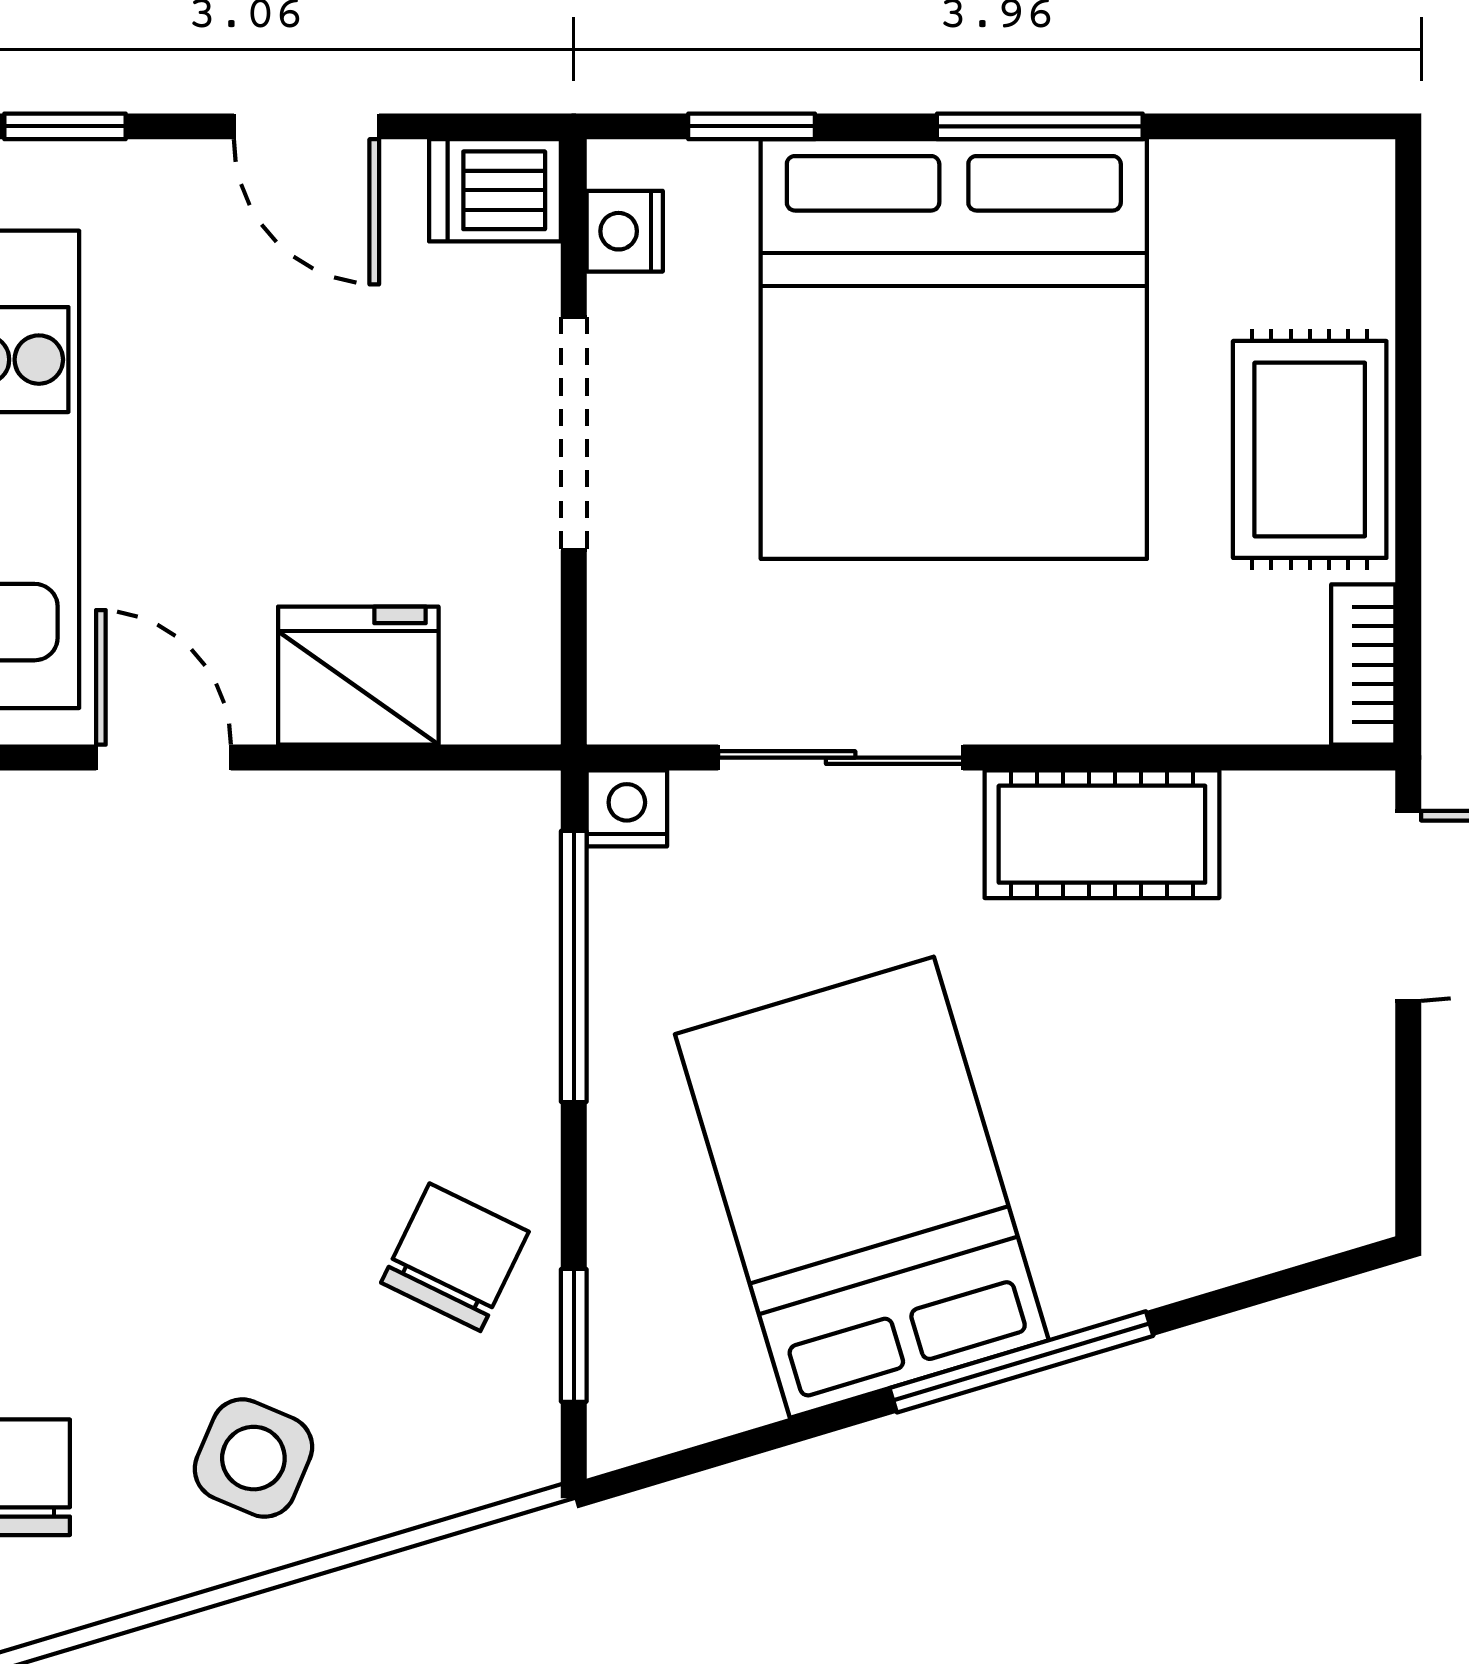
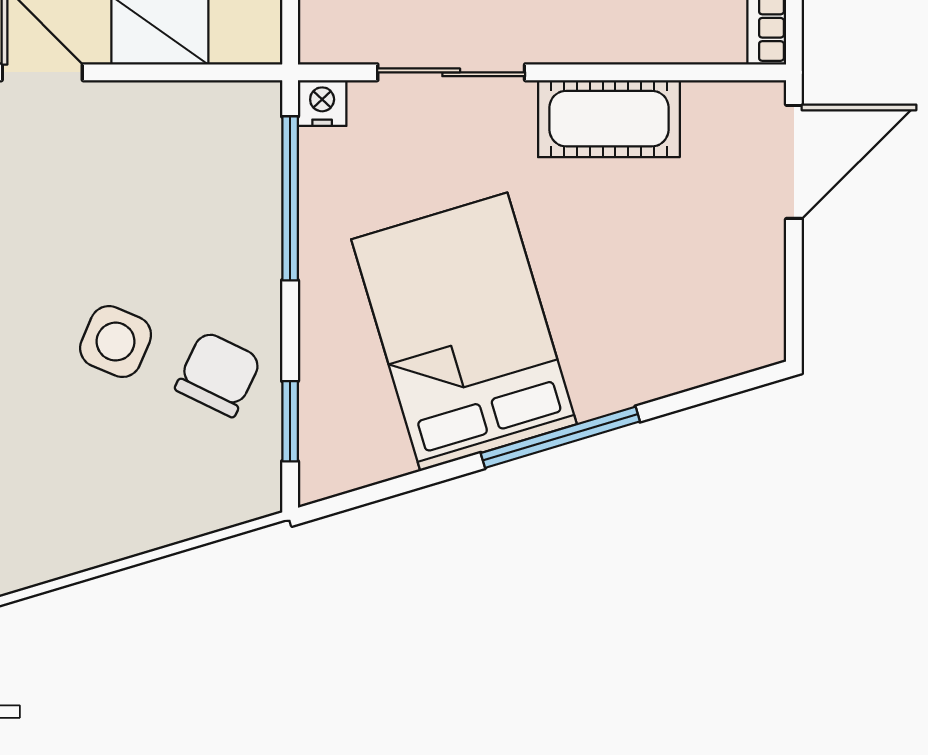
side table: (253, 1458) -> (116, 342), moved

